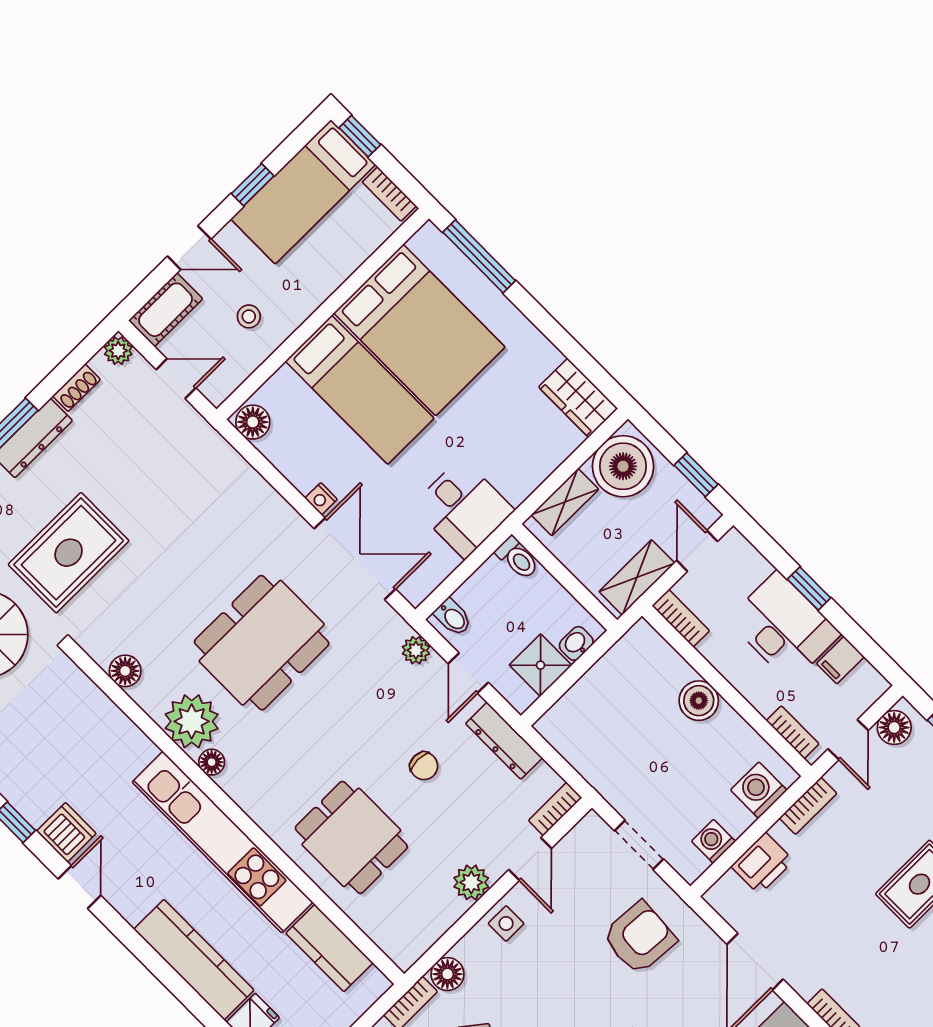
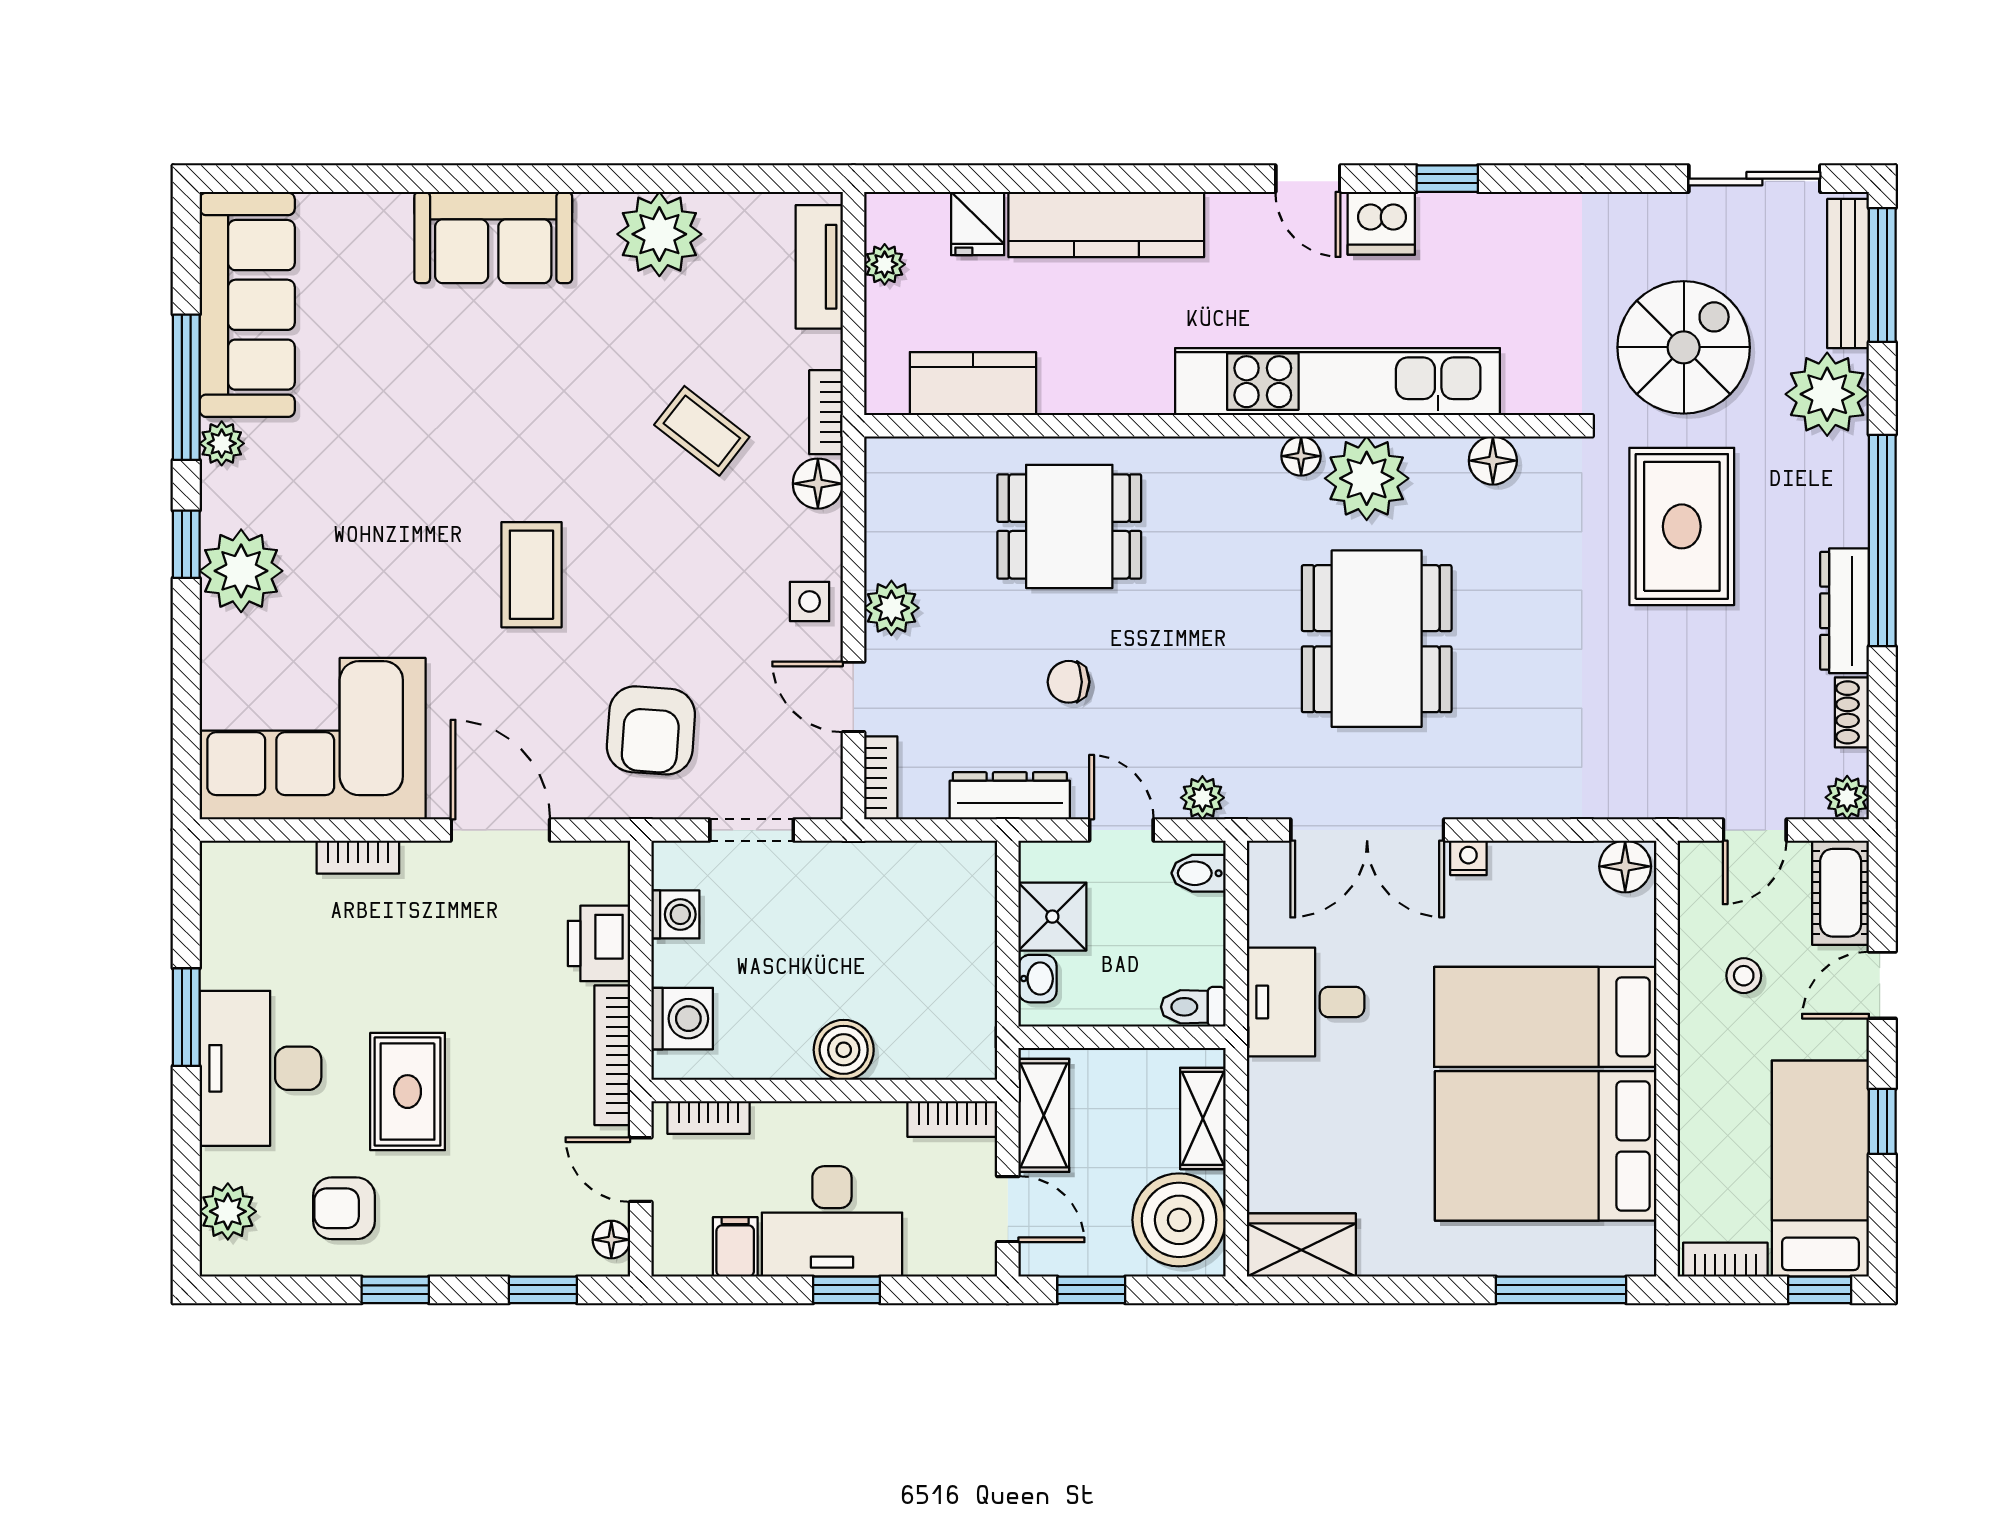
floor lamp: (894, 727) -> (611, 1240), width x0.73, depth x0.73
bookcase: (808, 806) -> (612, 1055), width x1.56
kitchen unit: (222, 842) -> (1337, 382), moved

